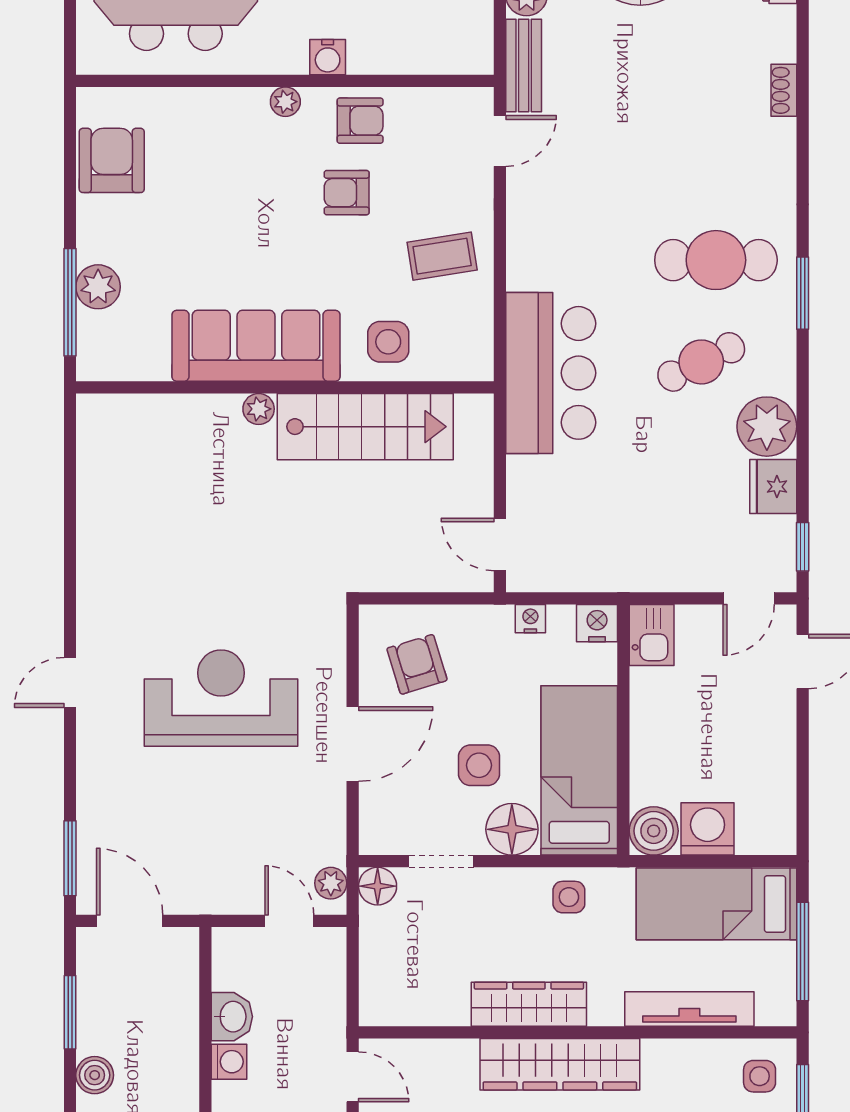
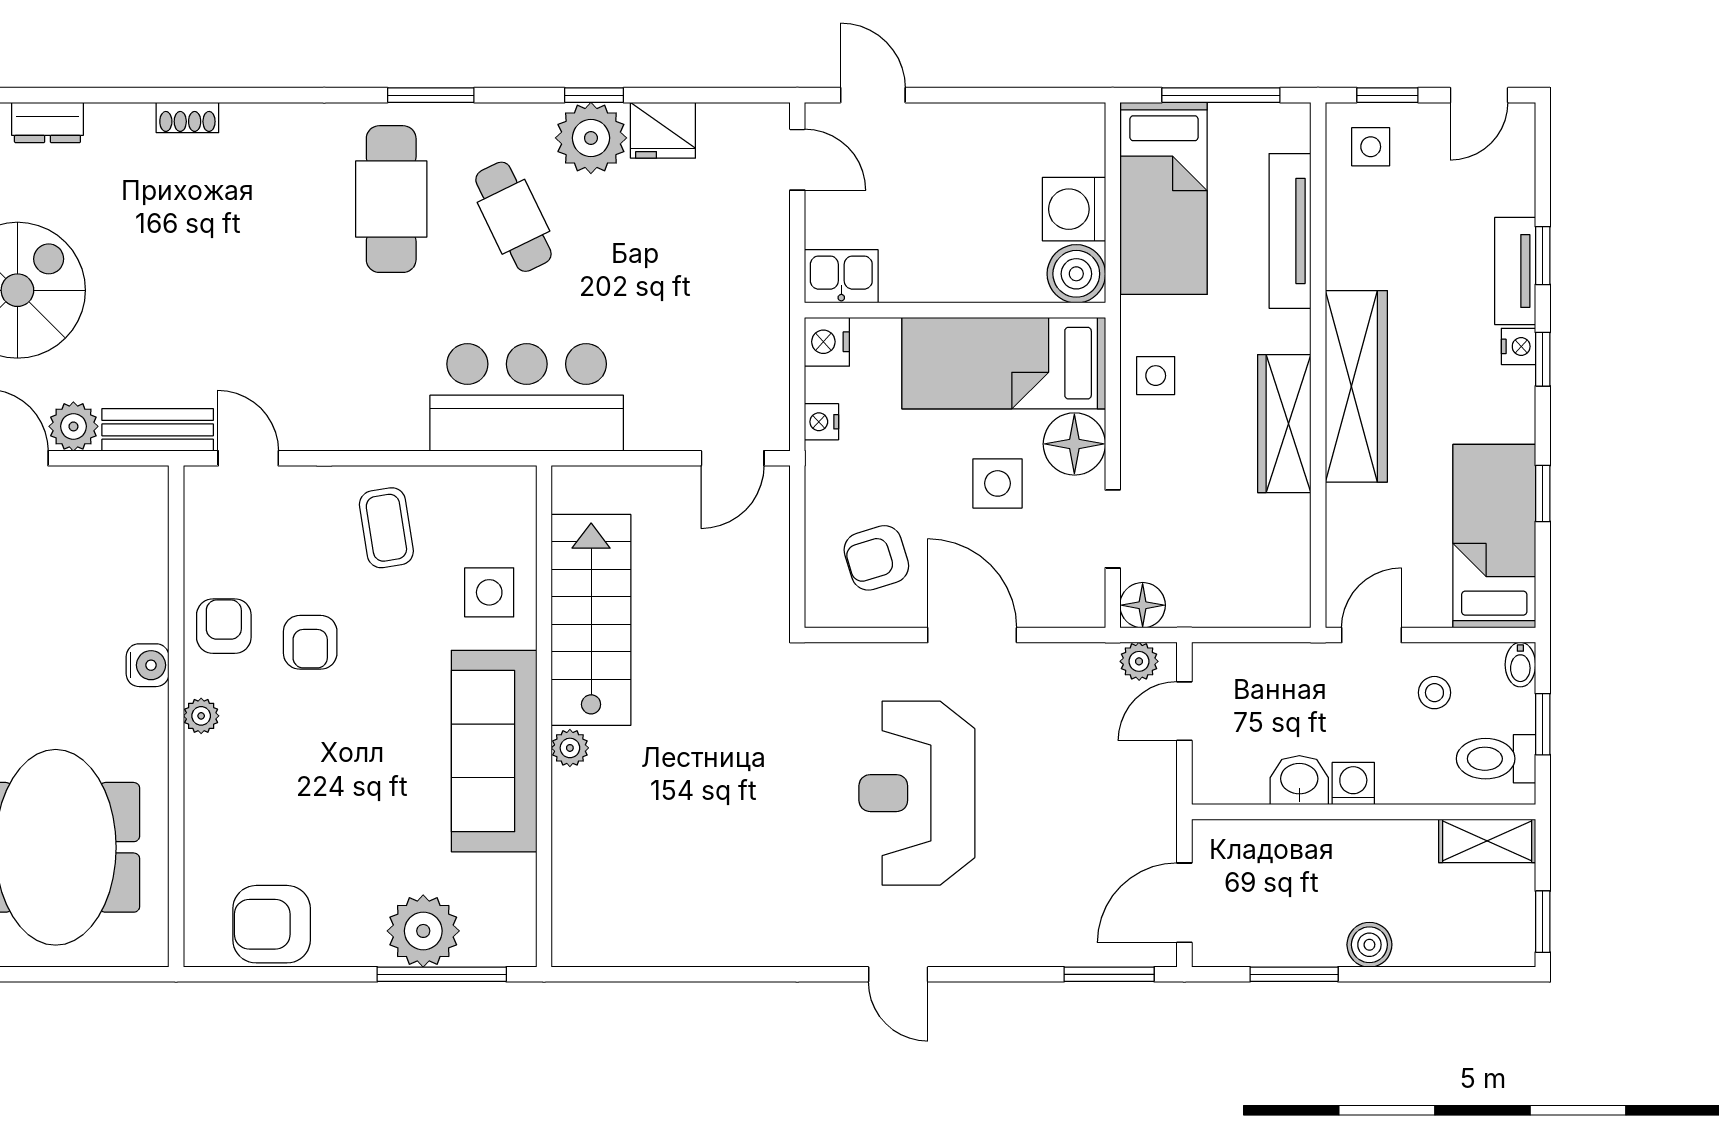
plant: (98, 287) -> (423, 931), width x1.36, depth x1.36
window: (803, 547) -> (594, 95), moved

